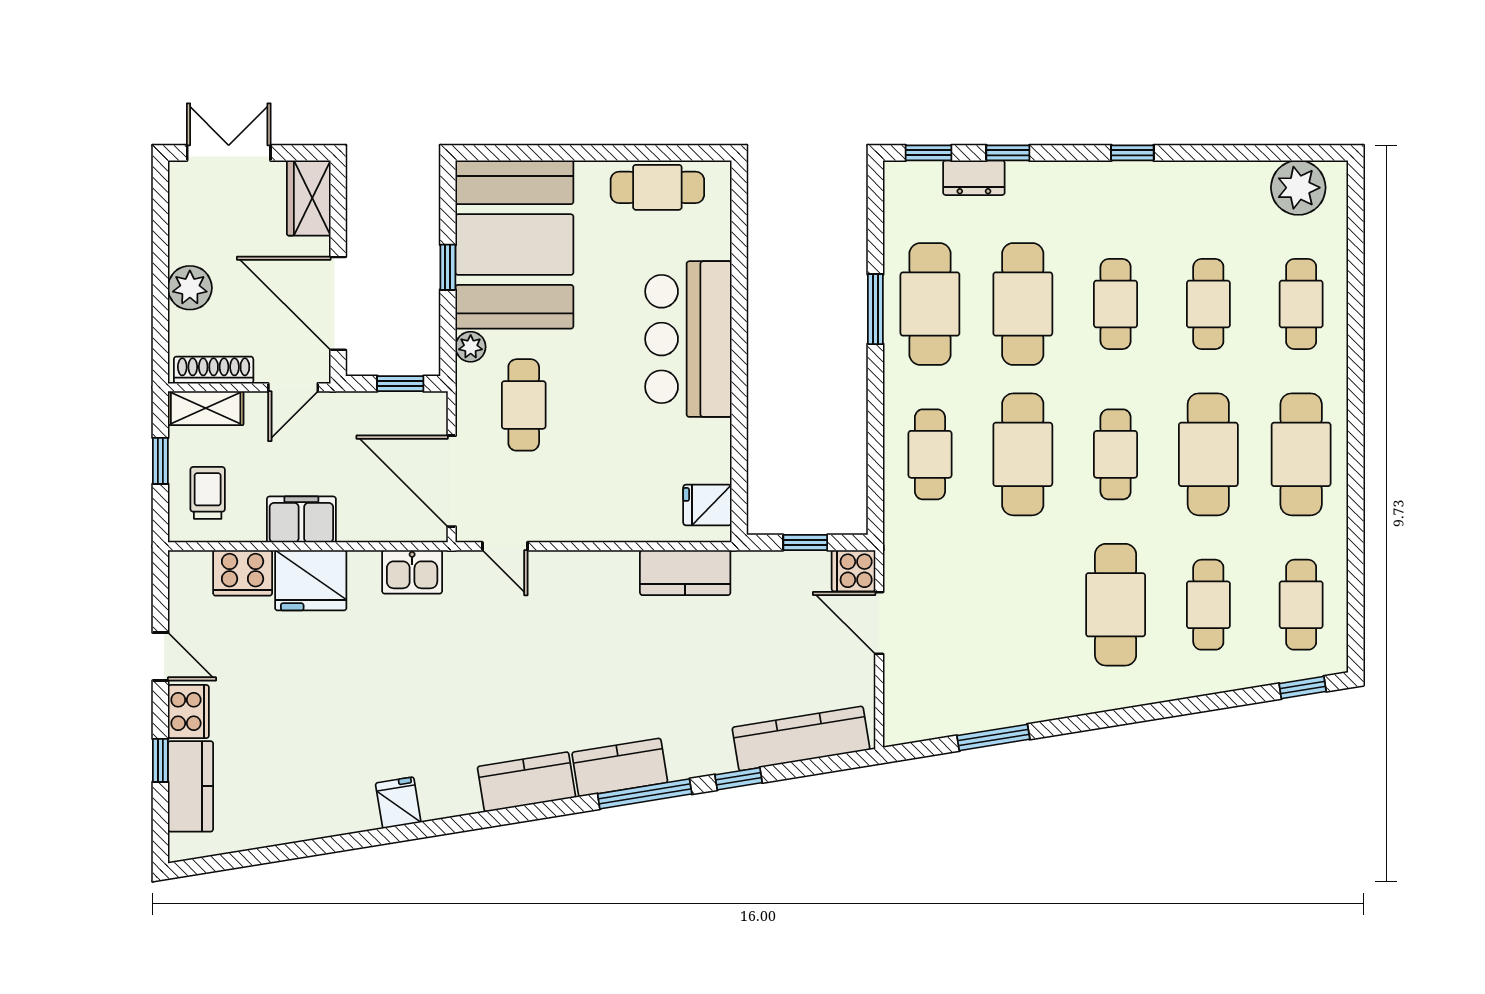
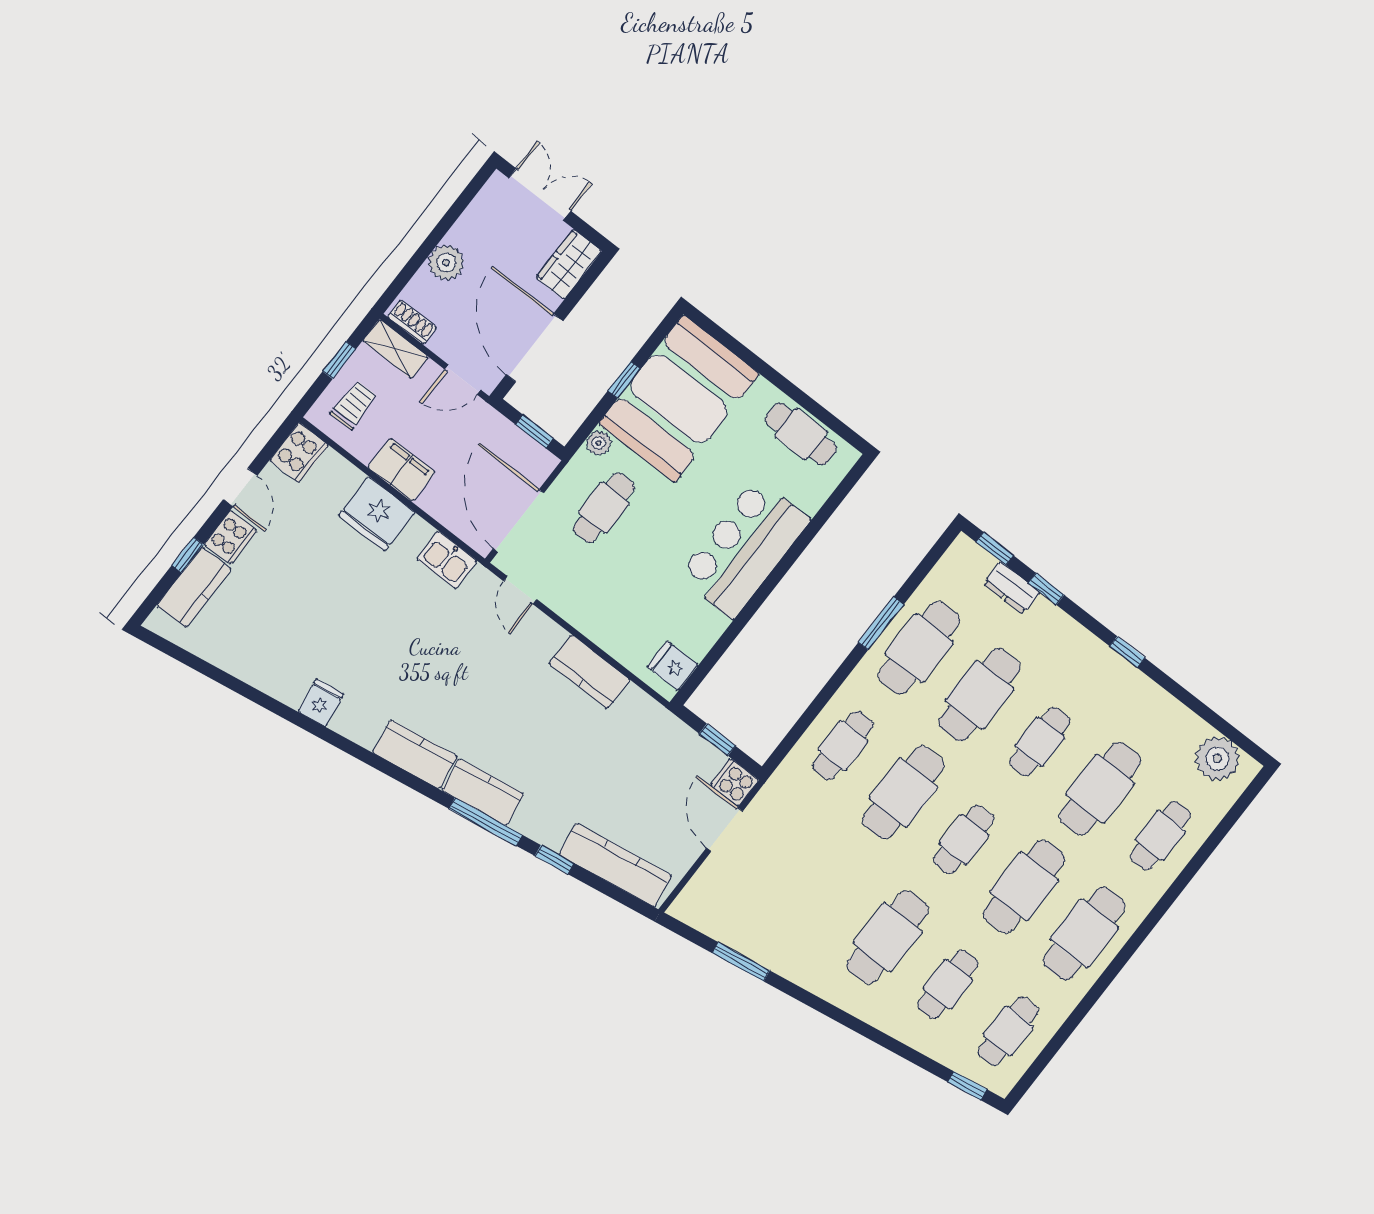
cafe table: (1208, 304) -> (1100, 789), width x1.37, depth x1.35
shoe rack: (214, 370) -> (412, 322), width x0.70
cooker: (243, 573) -> (299, 453), moved, turned -90
kitchen counter: (685, 573) -> (589, 672), moved

